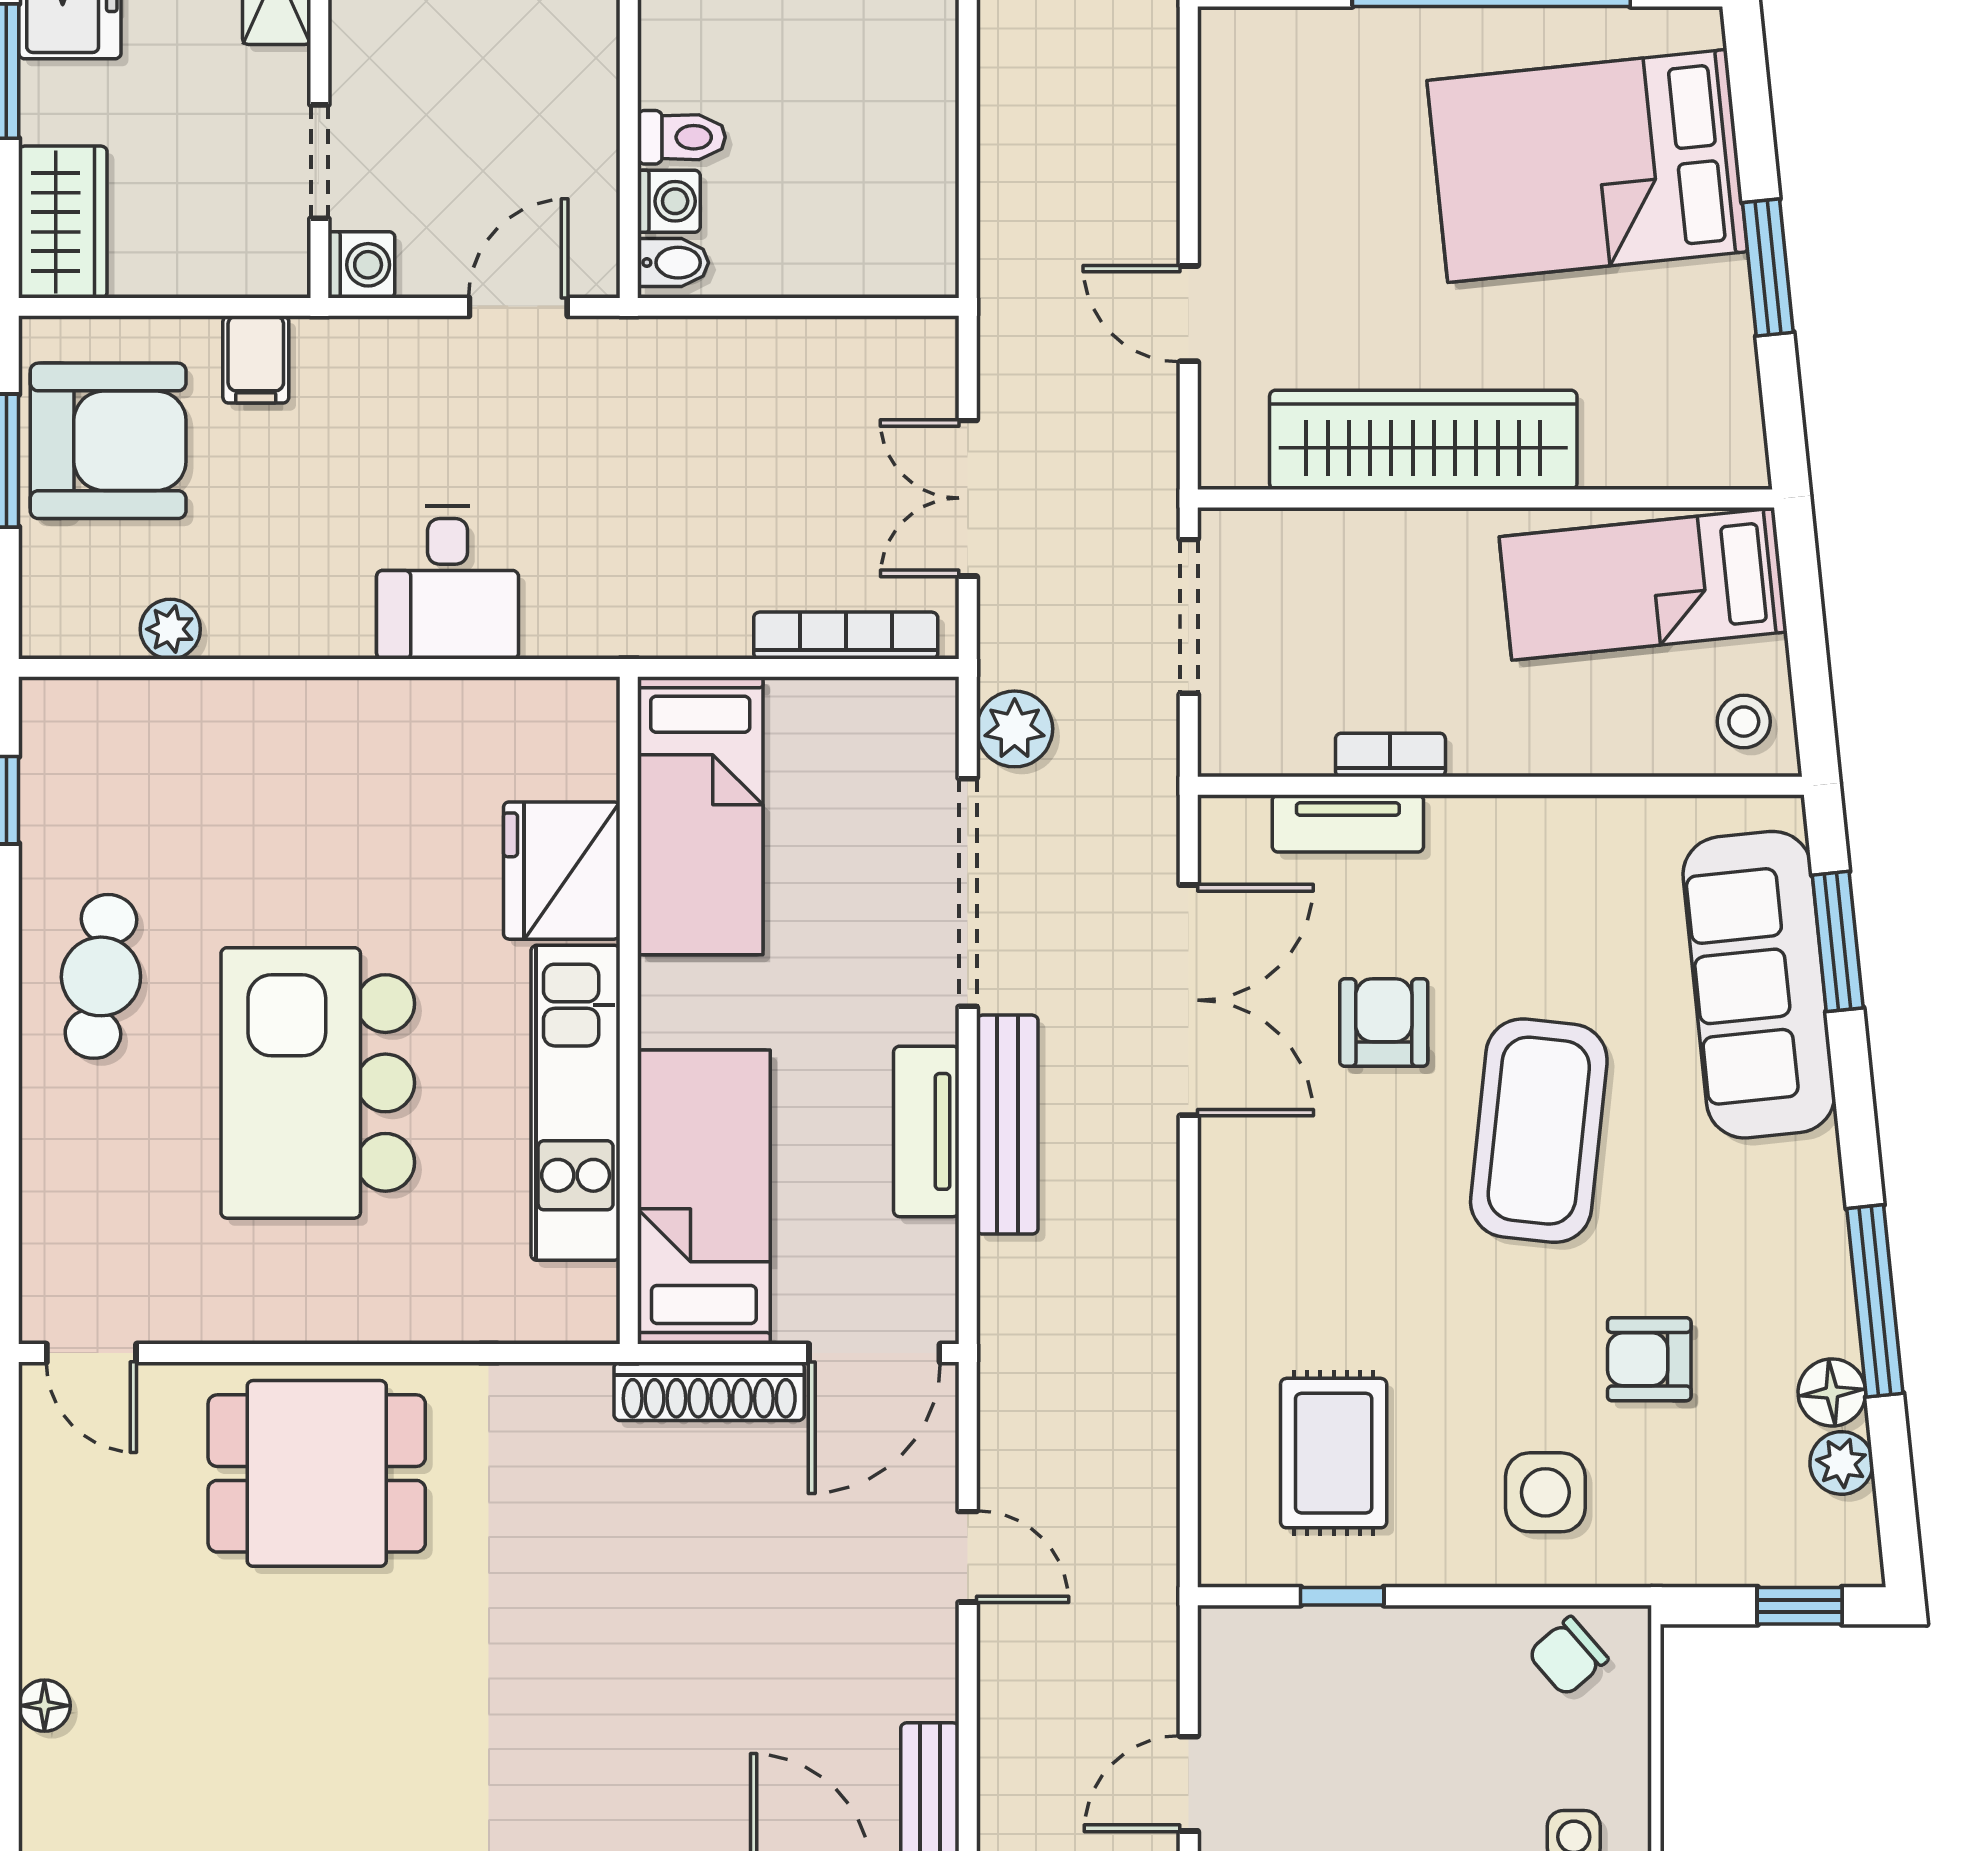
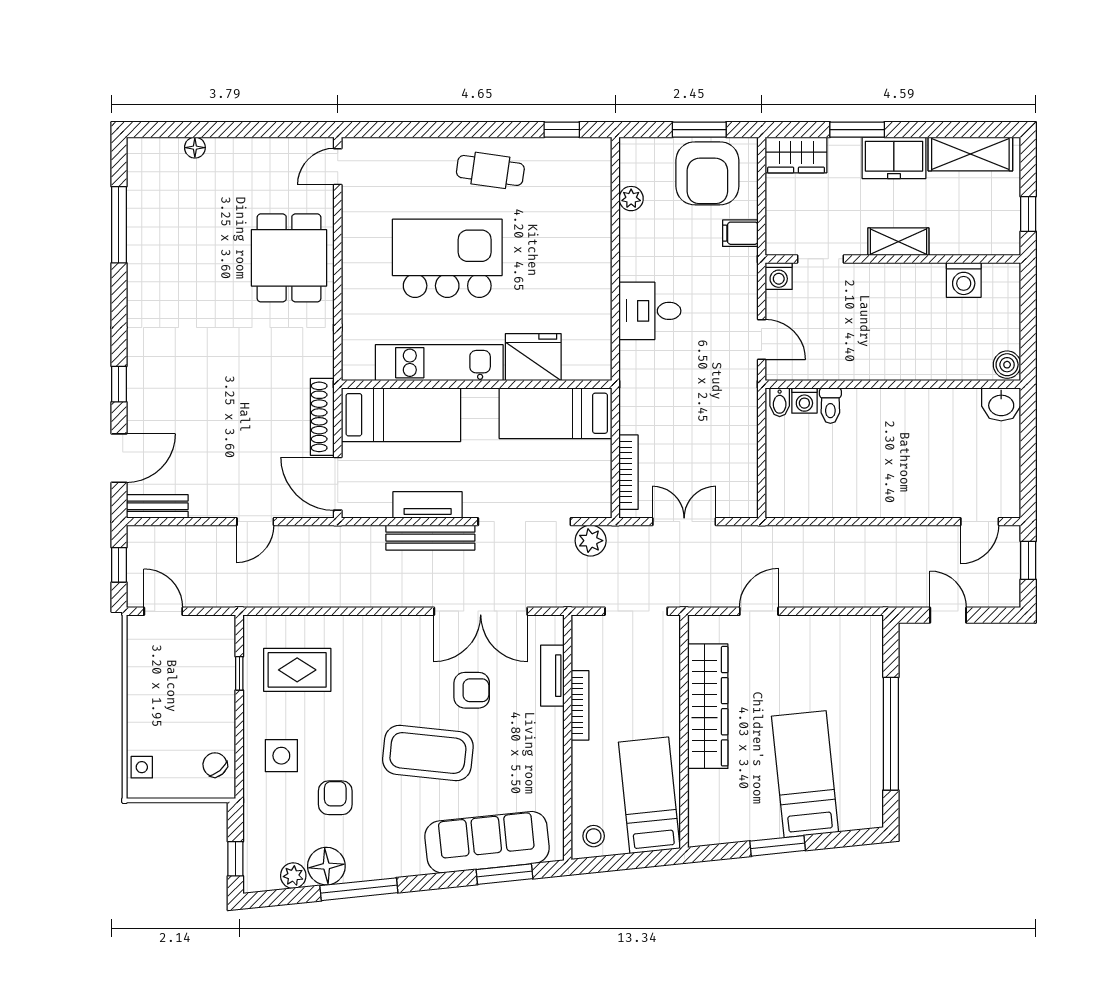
bed: (1587, 166) -> (805, 774), width x0.67
bookcase: (1390, 755) -> (580, 705), width x1.56
floor lamp: (1832, 1392) -> (326, 866), width x1.38, depth x1.38

